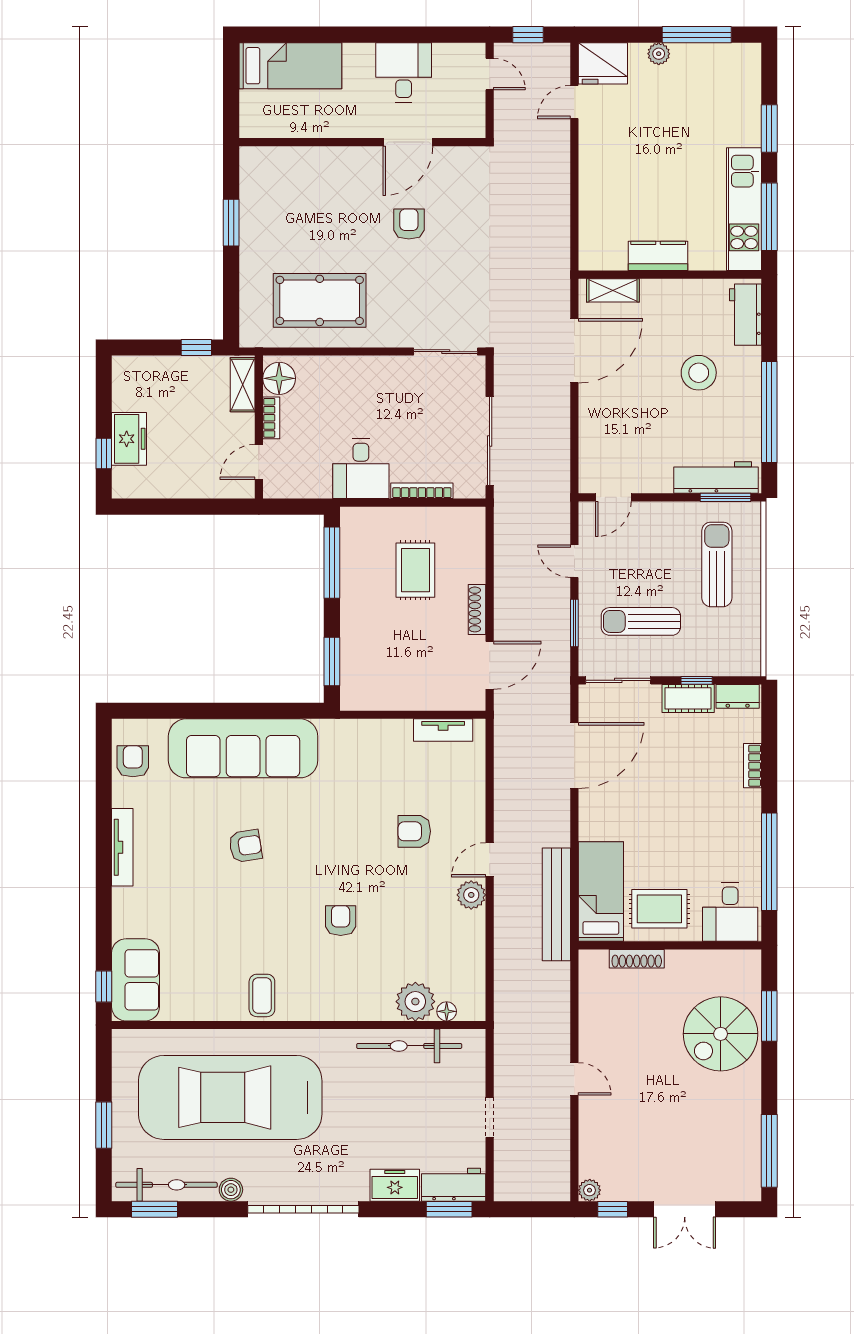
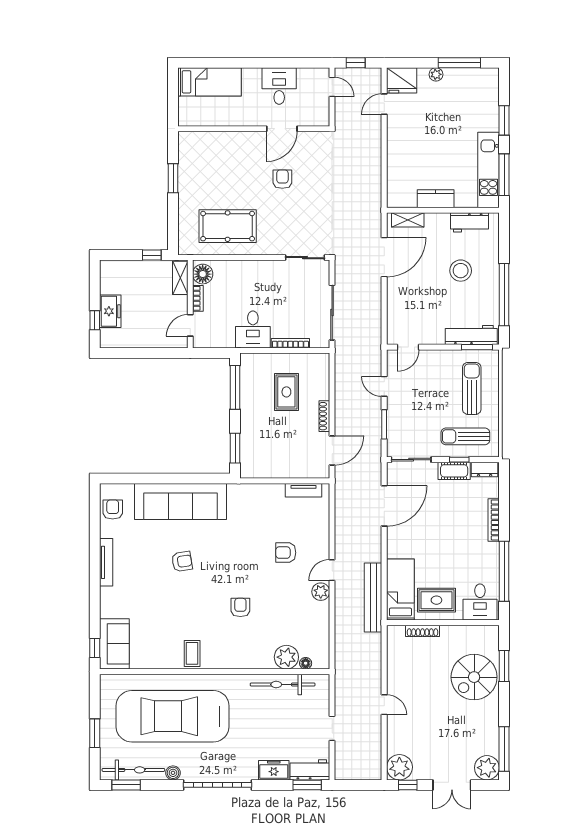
workbench: (745, 315) -> (470, 222), moved, turned -90
sun lounger: (641, 621) -> (465, 436), moved
bookcase: (752, 766) -> (494, 520), width x1.56
plant: (741, 1181) -> (487, 768), added
plant: (590, 1190) -> (399, 767), width x1.88, depth x1.88

